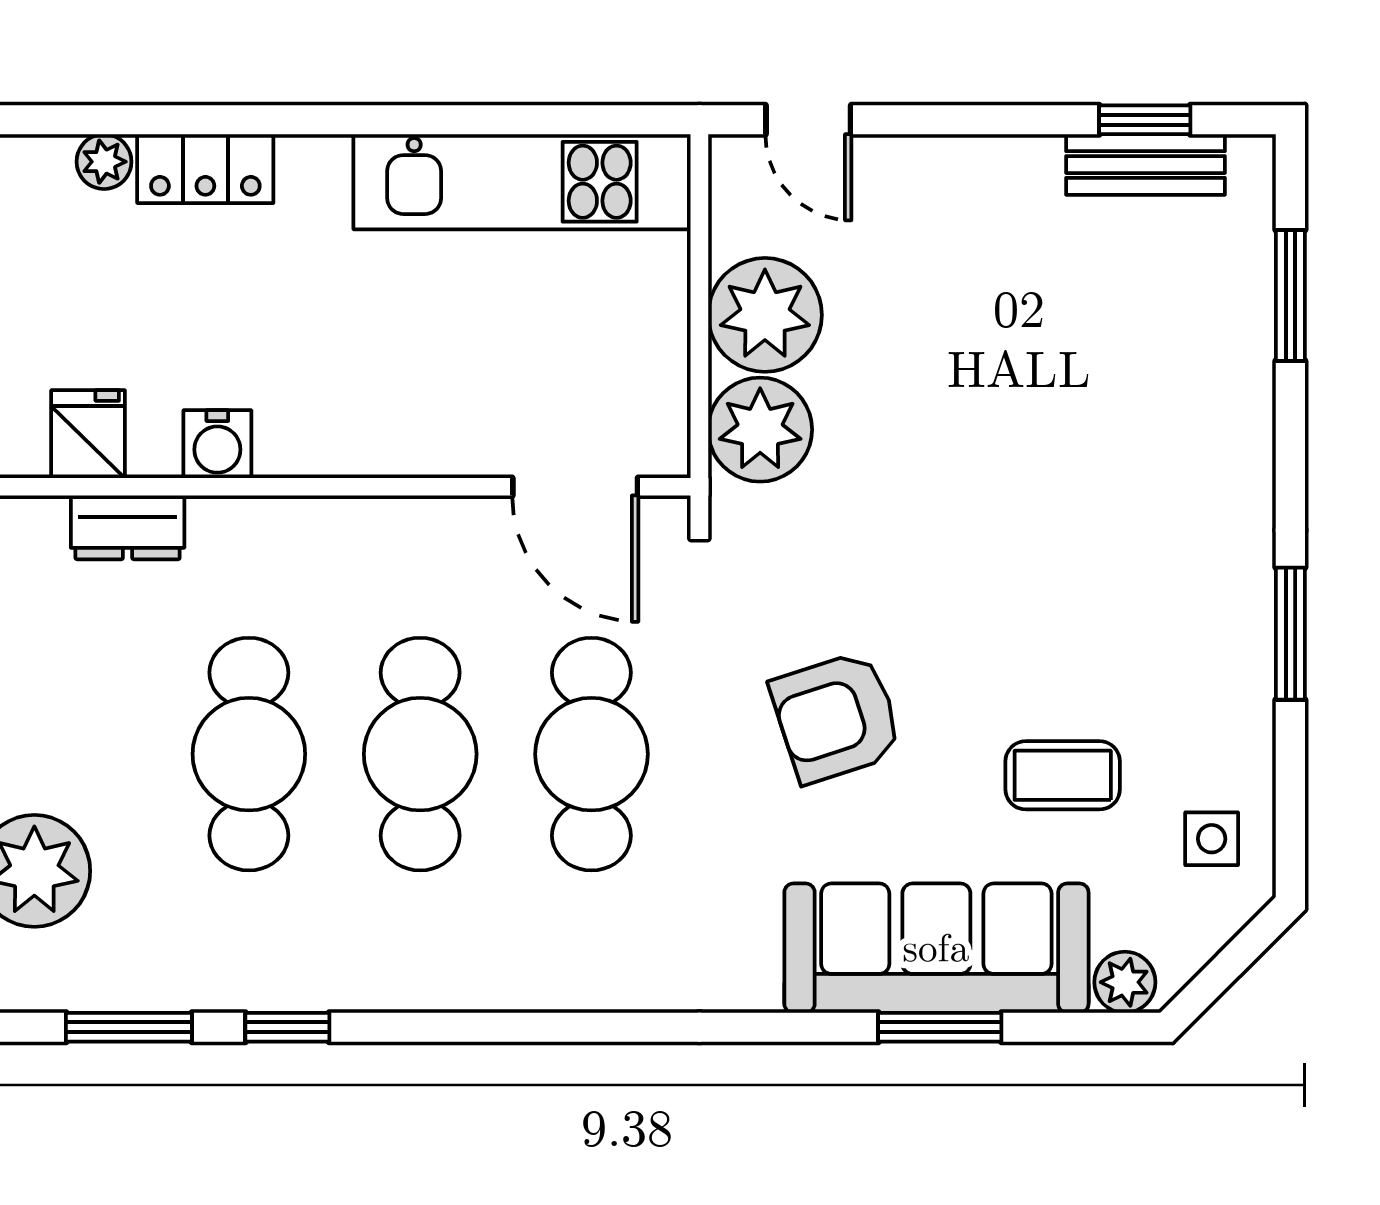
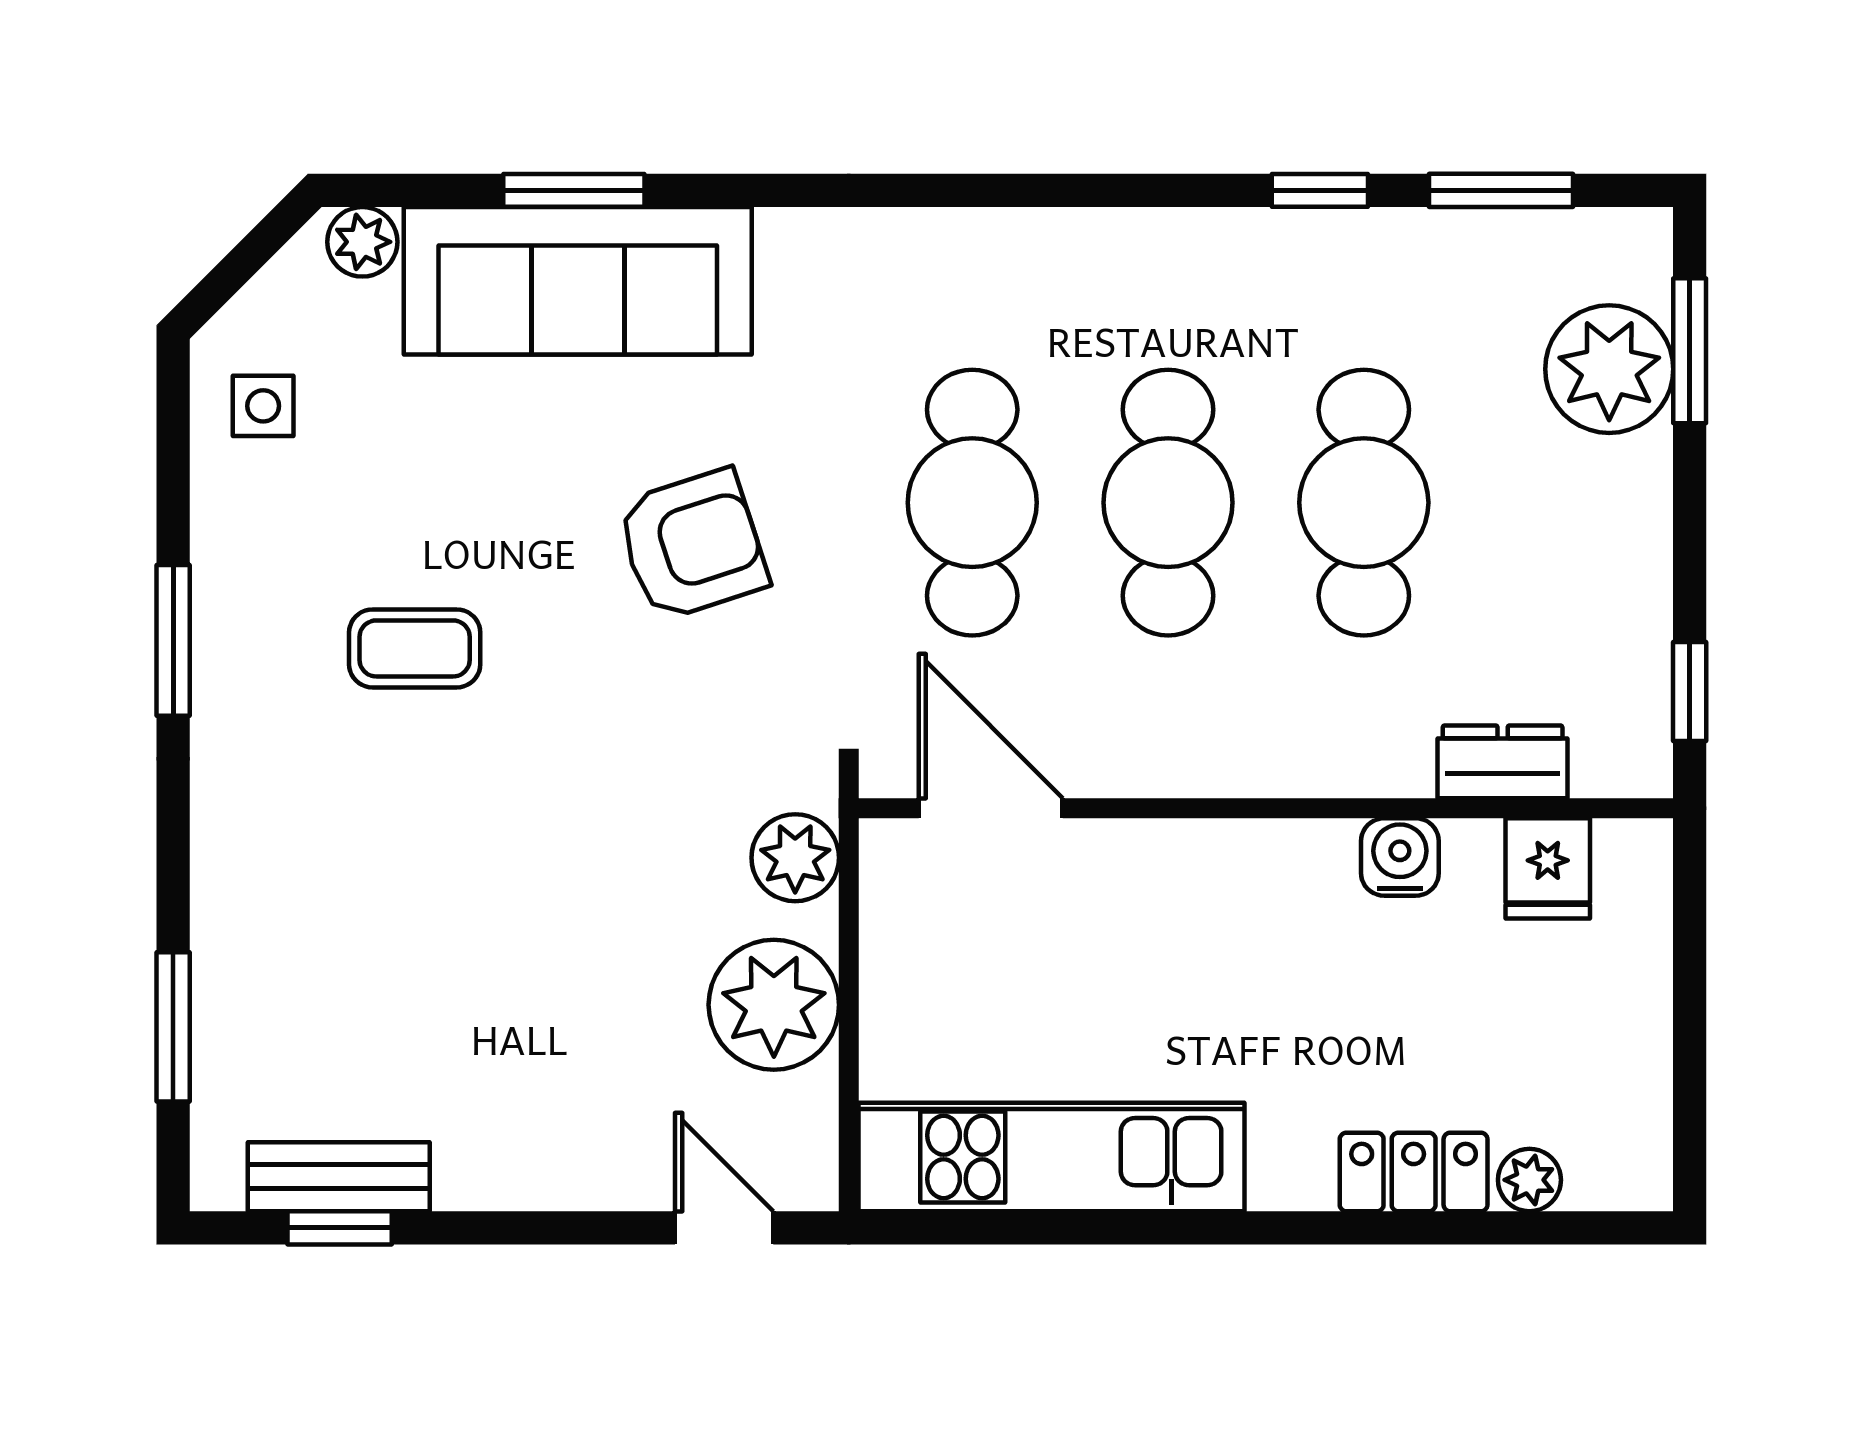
plant: (760, 430) -> (795, 858), width x0.73, depth x0.73
coffee table: (1063, 775) -> (415, 648), moved

